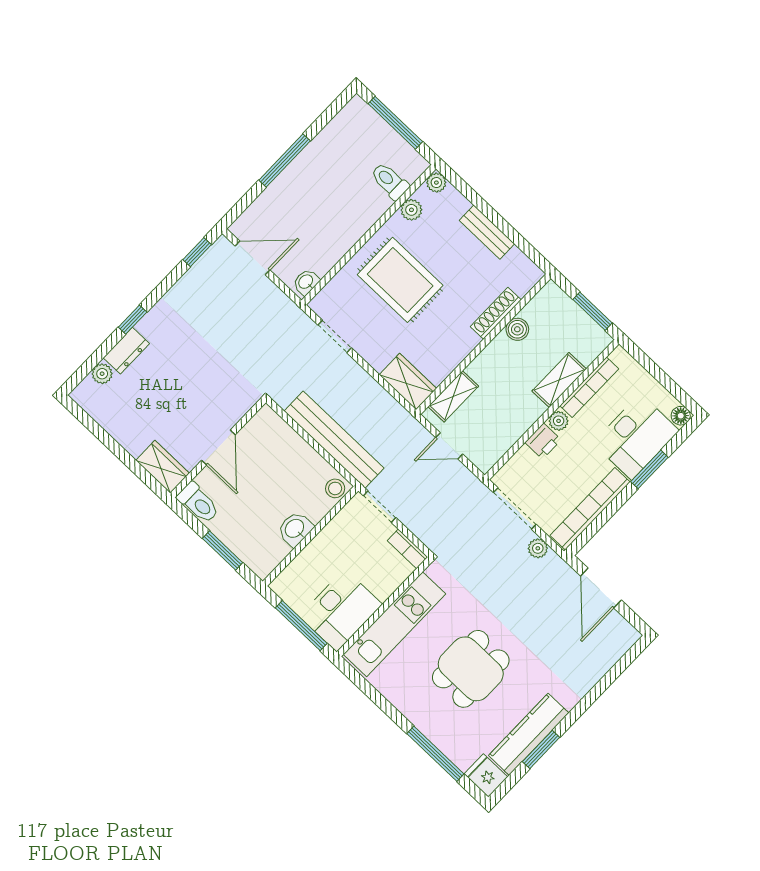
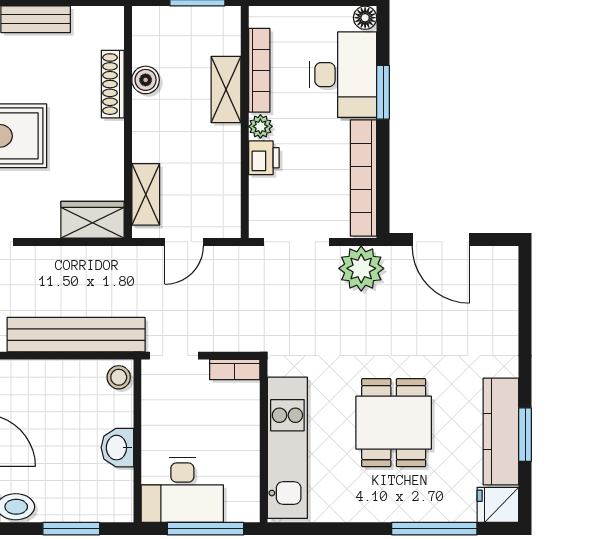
plant: (538, 548) -> (361, 268), width x1.87, depth x1.87
desk: (341, 610) -> (182, 490), moved, turned 90

